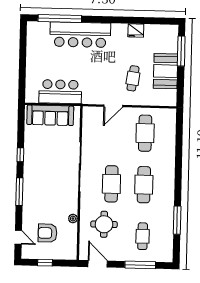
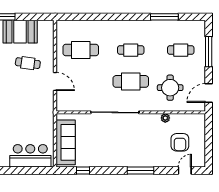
bar counter: (60, 92) -> (30, 156), moved, turned 90
window: (20, 155) -> (83, 171), moved
cafe table: (144, 185) -> (131, 50), width x0.73, depth x0.74
window: (45, 263) -> (209, 144), removed

